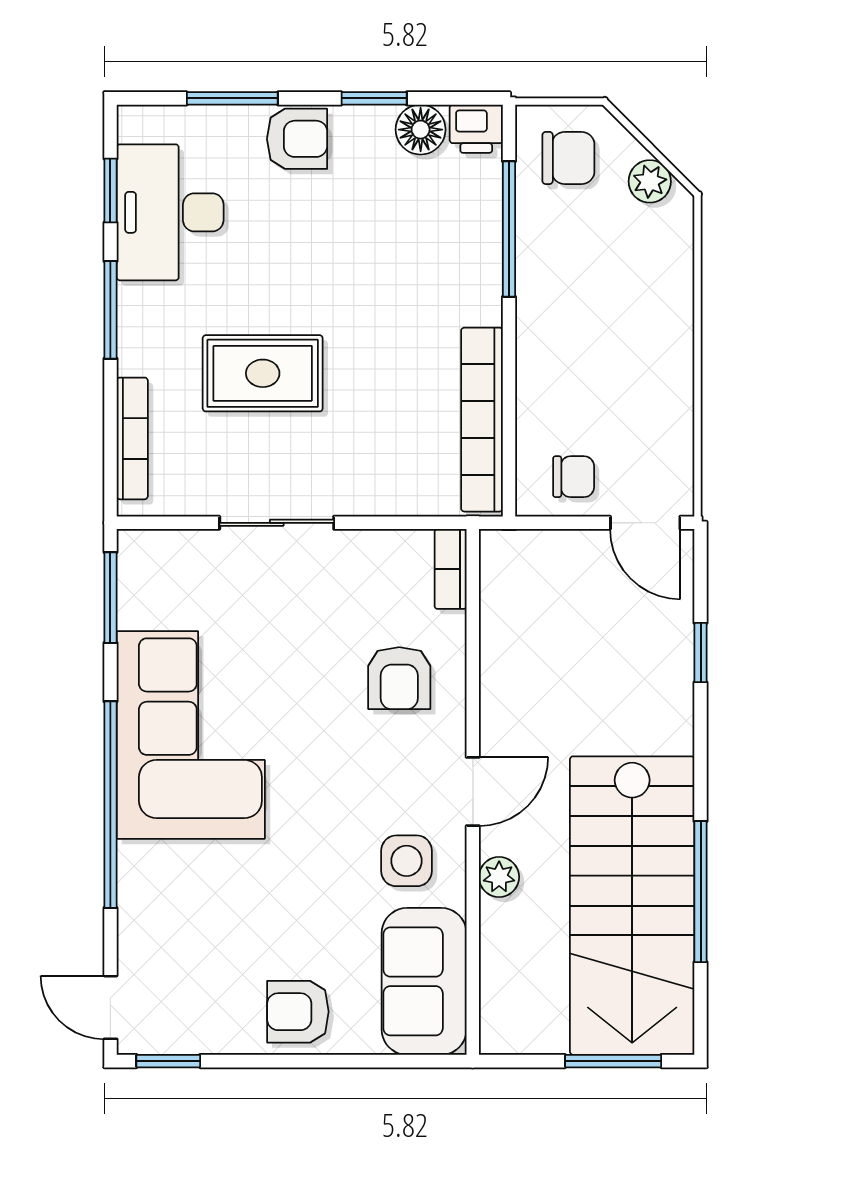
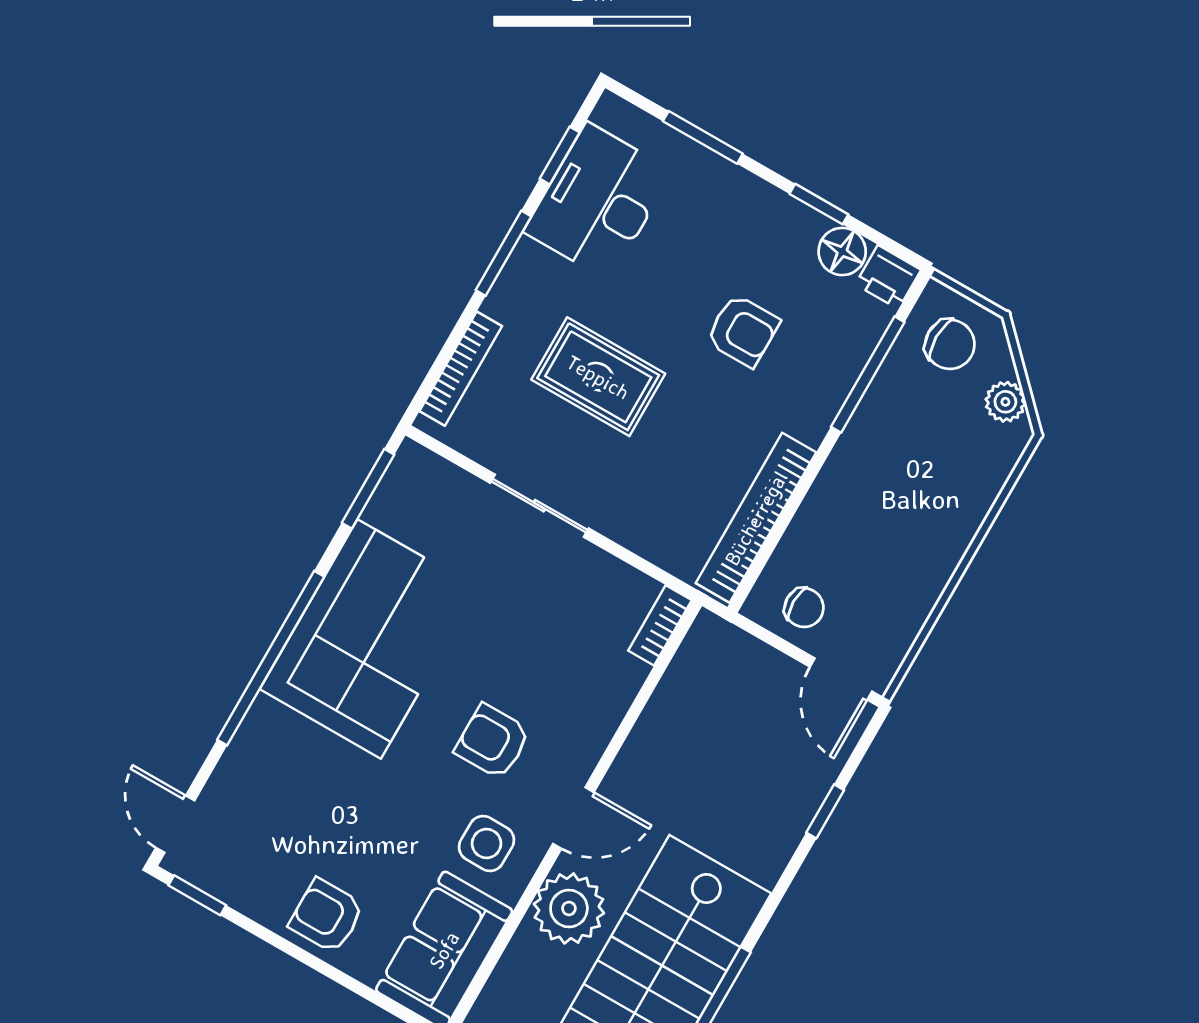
armchair: (297, 139) -> (743, 331), moved
armchair: (399, 678) -> (493, 742), moved, turned 90
plant: (499, 877) -> (569, 908), width x1.88, depth x1.88

